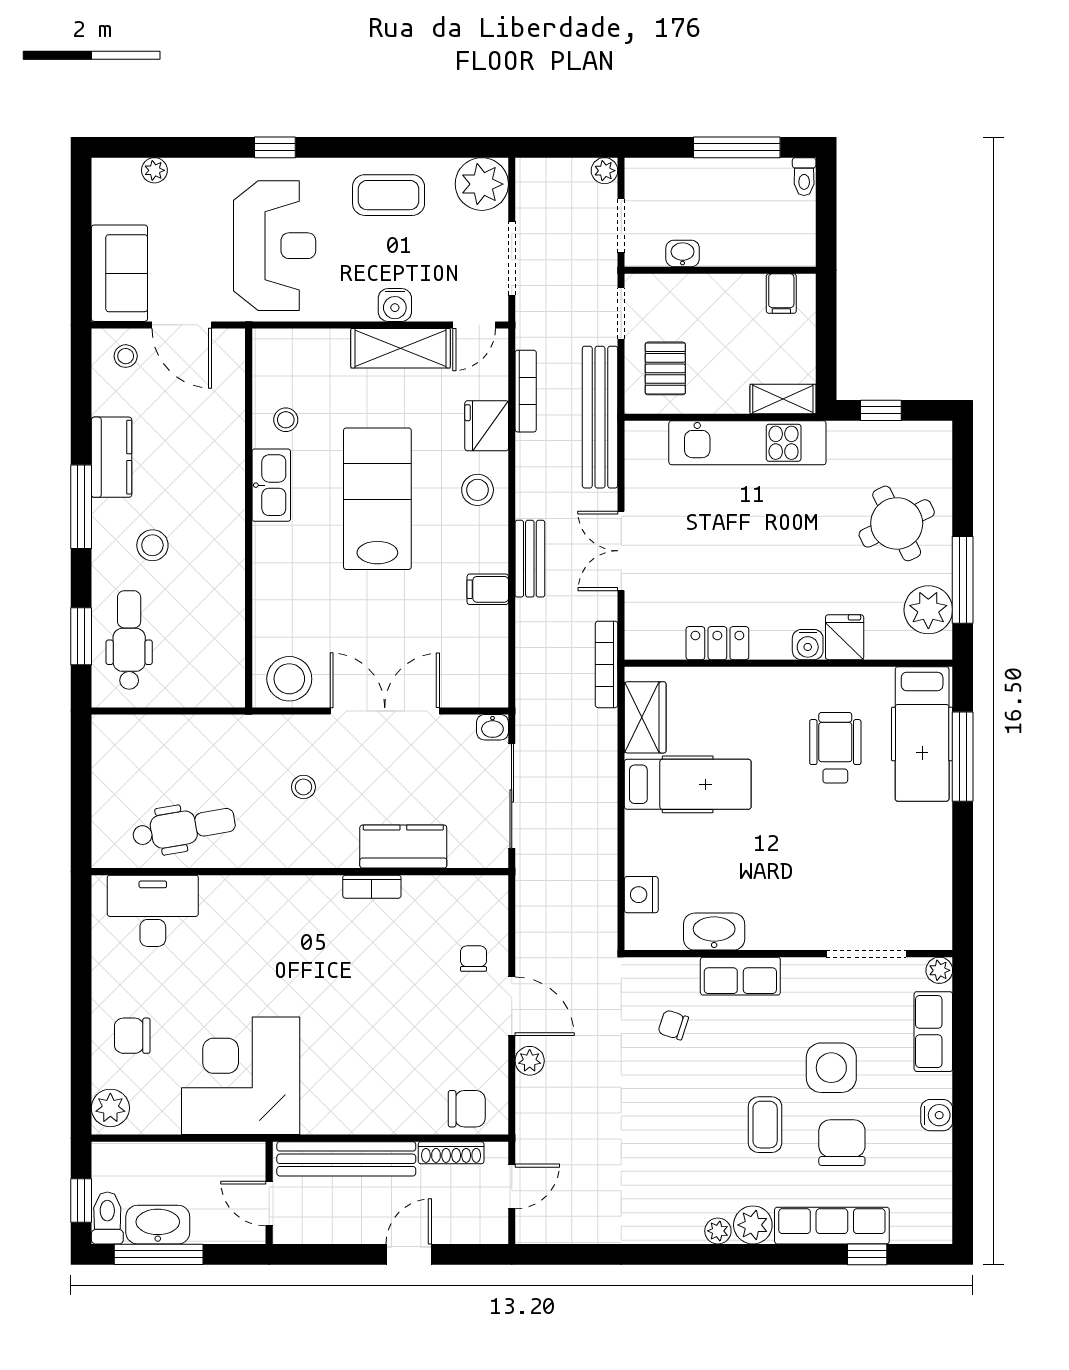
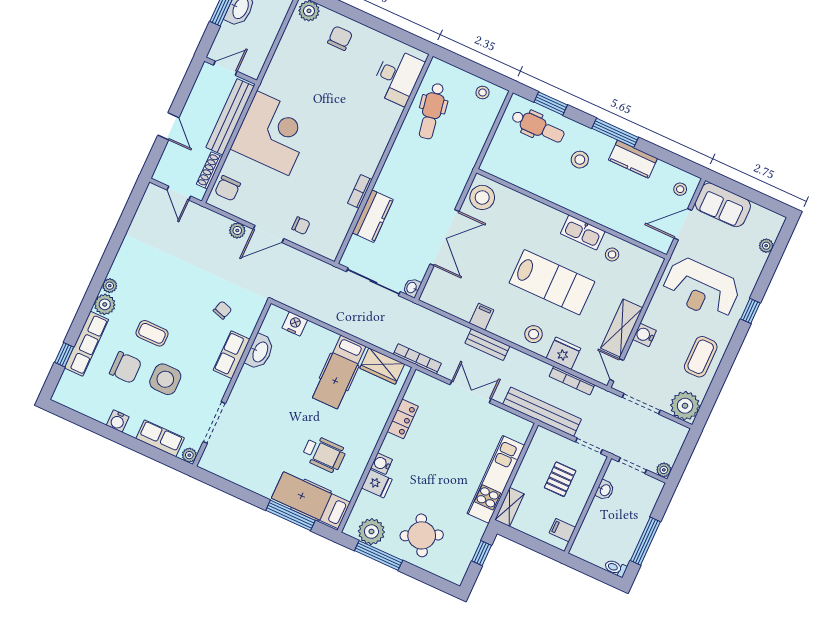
pallet: (665, 368) -> (560, 479), moved, turned 90
stool: (303, 787) -> (483, 92), moved
corner desk: (241, 1076) -> (273, 133), moved

